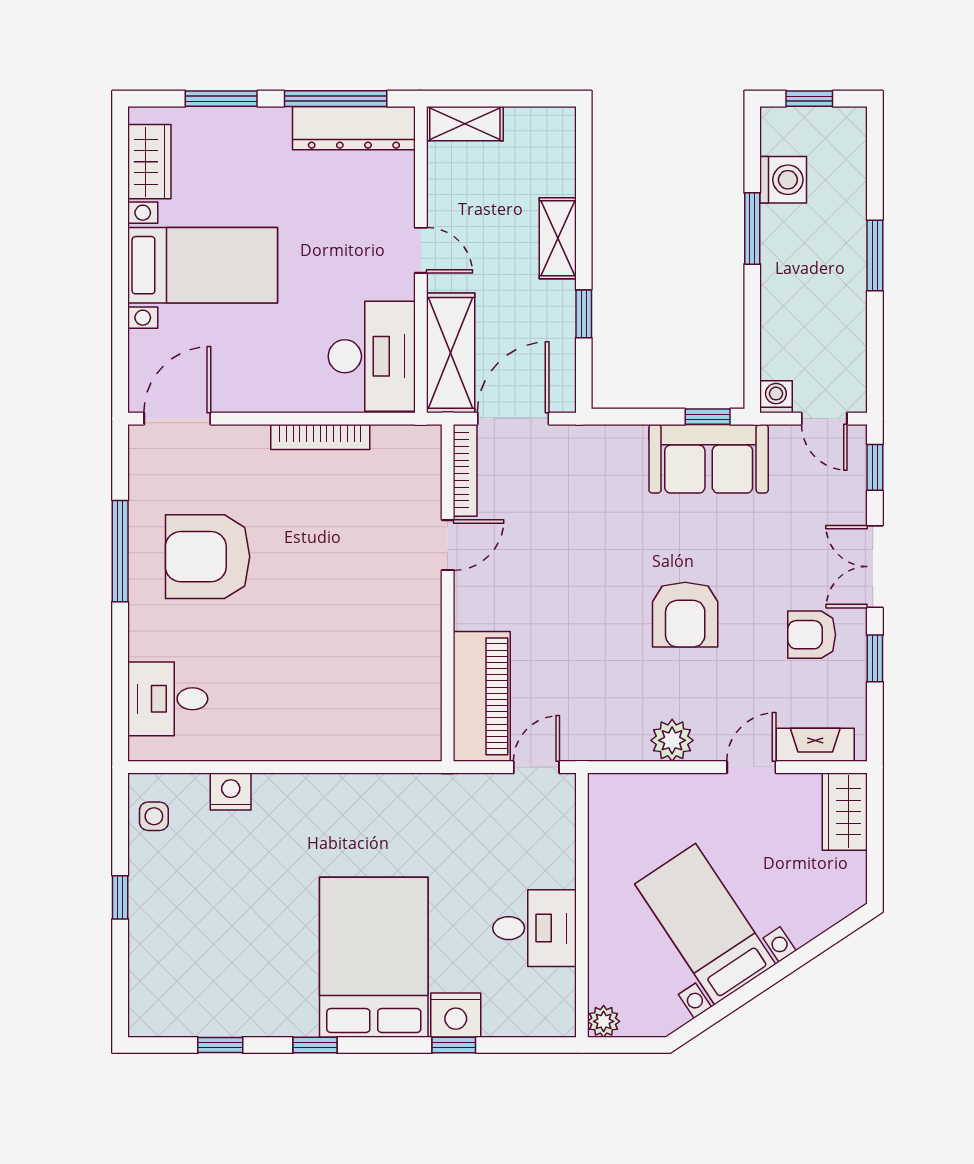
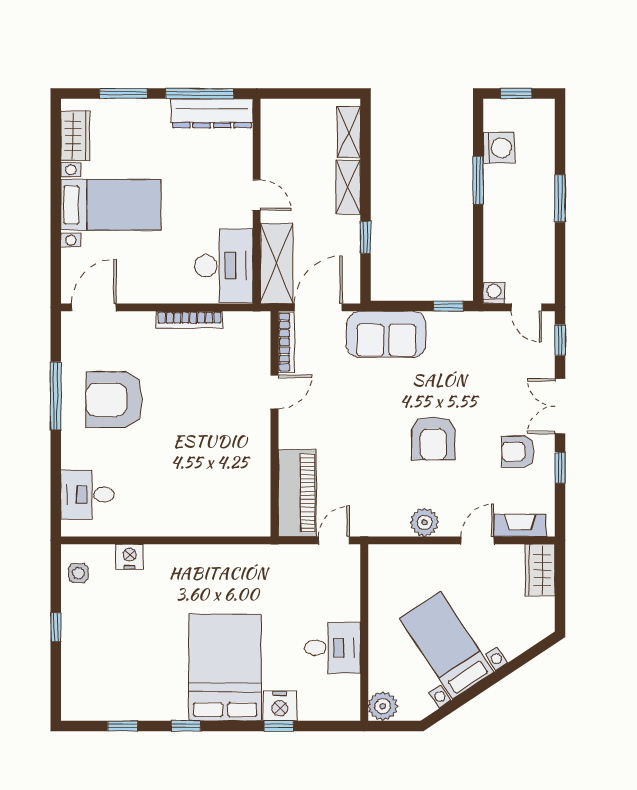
shelving: (465, 124) -> (349, 132), moved, turned 90
sofa: (709, 459) -> (386, 334), moved
plant: (604, 1021) -> (383, 706), width x1.38, depth x1.38

